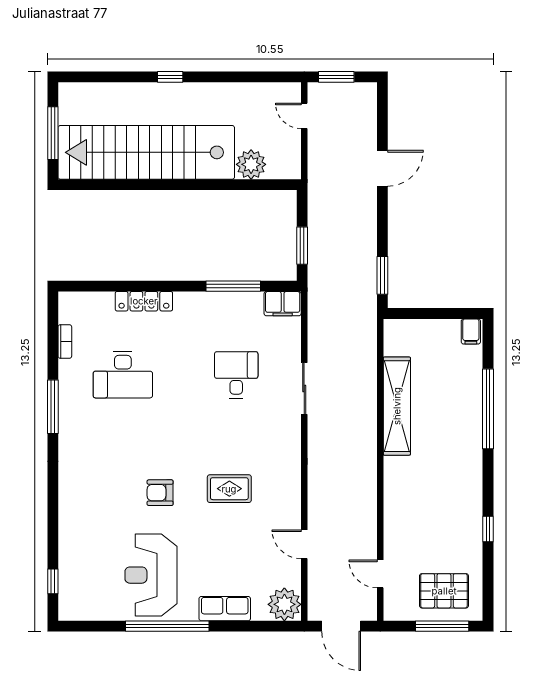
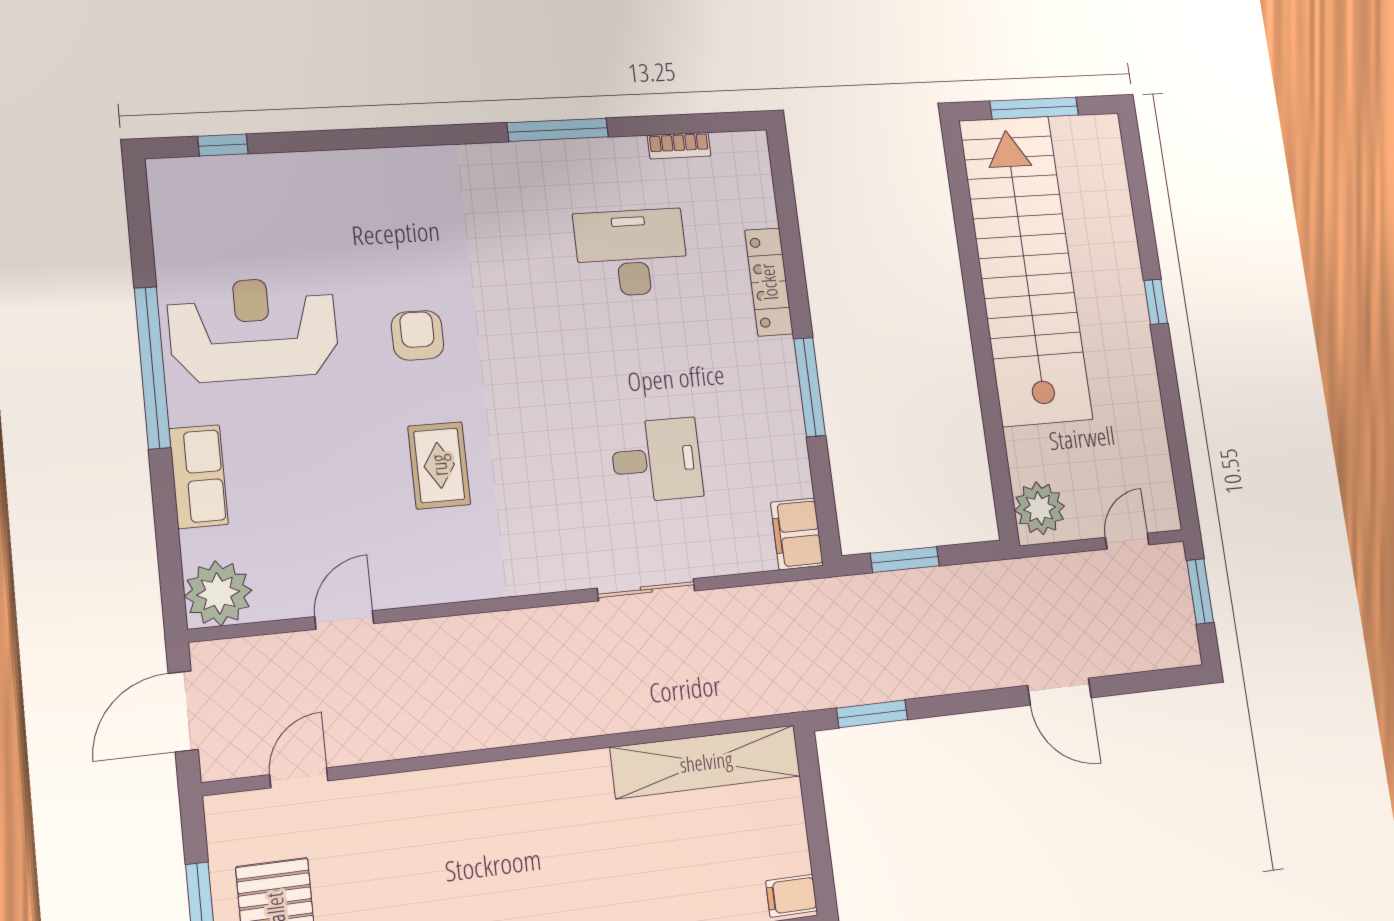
plant: (251, 164) -> (1040, 508), moved
window: (233, 286) -> (810, 387), moved
desk: (123, 375) -> (632, 253), turned 90
shelving: (397, 406) -> (706, 762), moved

